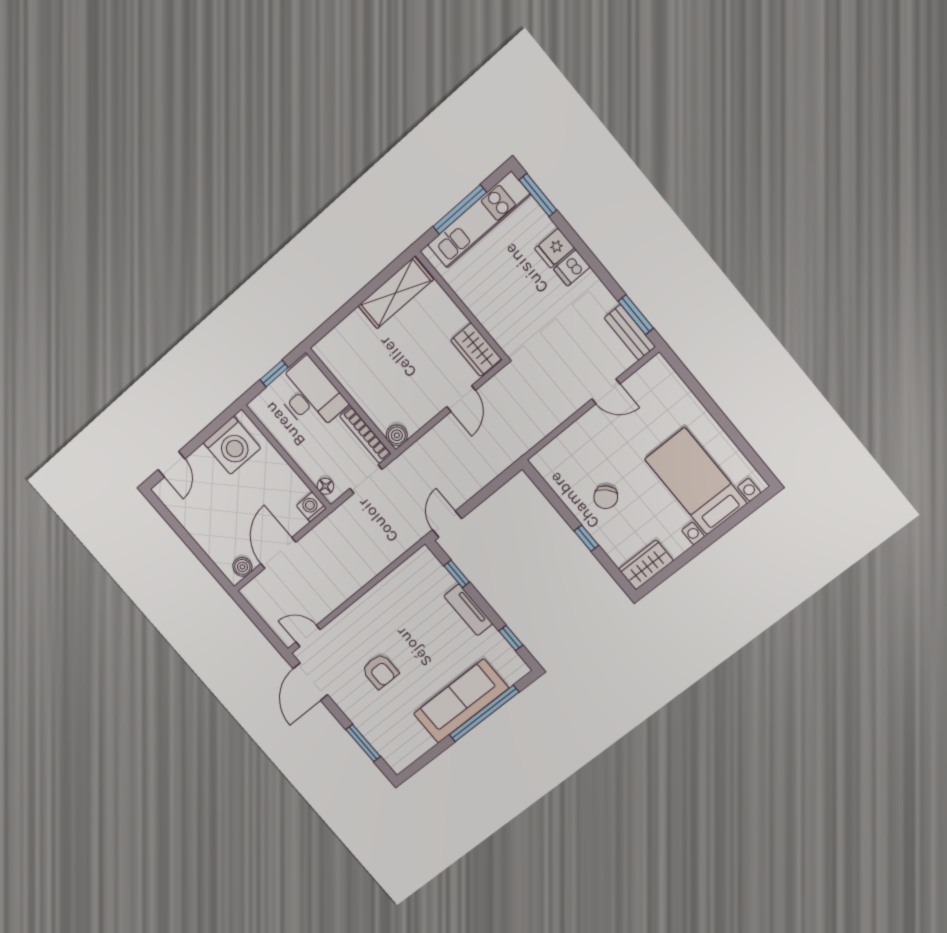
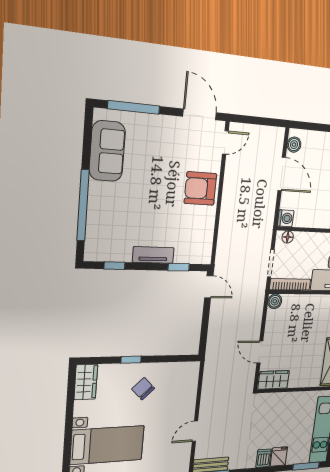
armchair: (380, 671) -> (200, 189), moved, width x1.38, depth x1.38
sofa: (461, 701) -> (107, 151), moved, width x0.73
window: (363, 743) -> (134, 107), width x1.44

